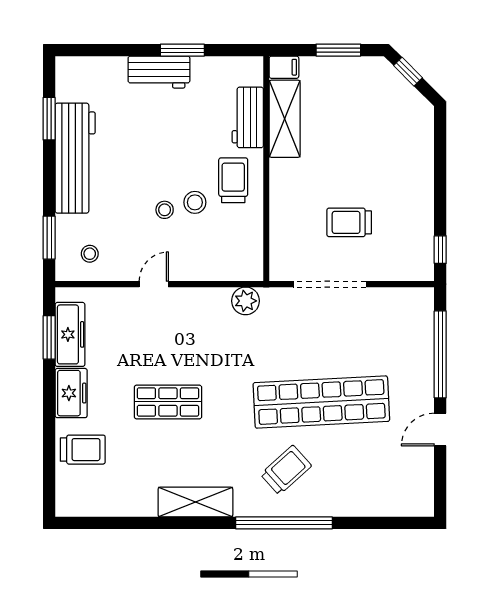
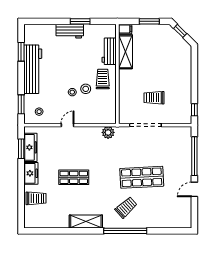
shop shelf: (321, 402) -> (142, 177), width x0.71

